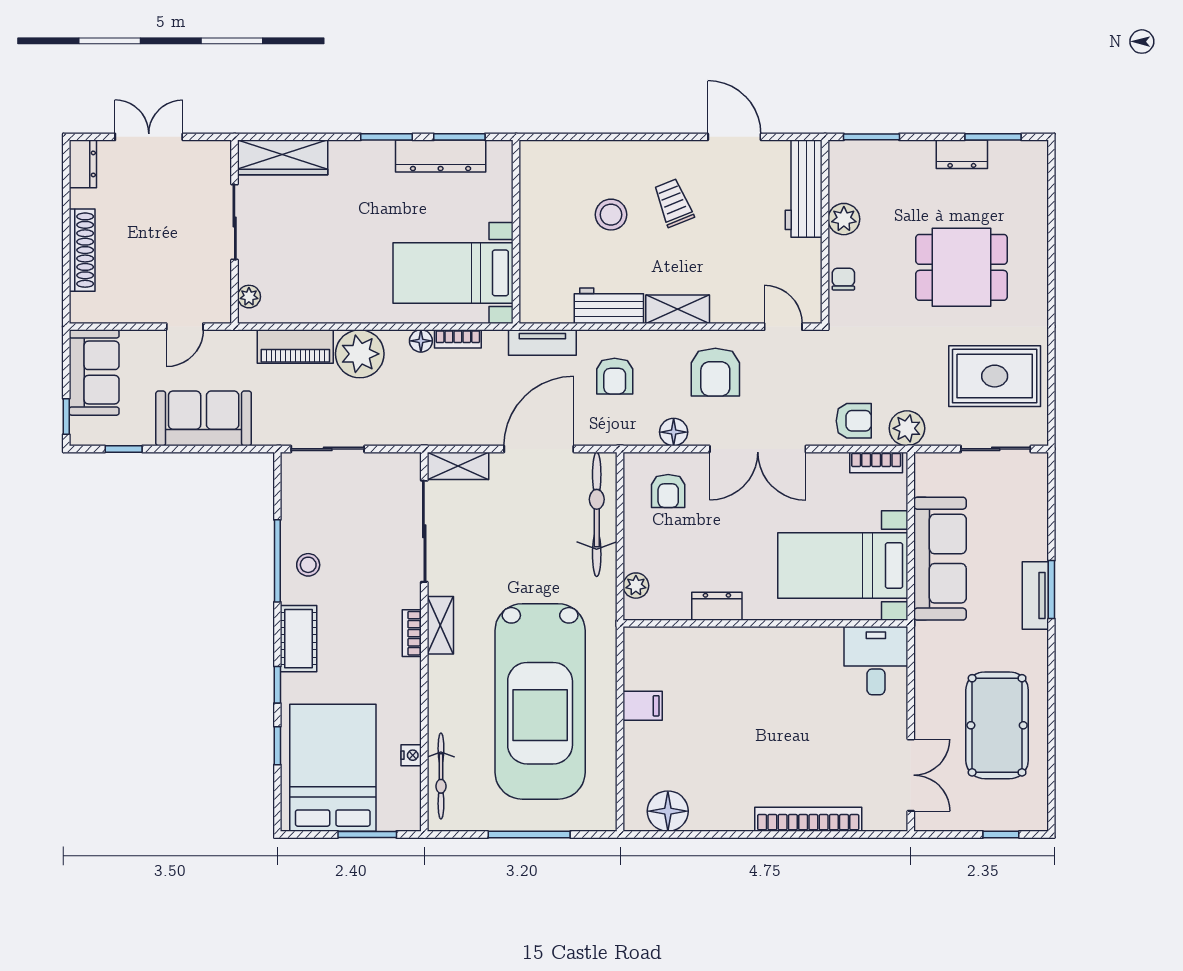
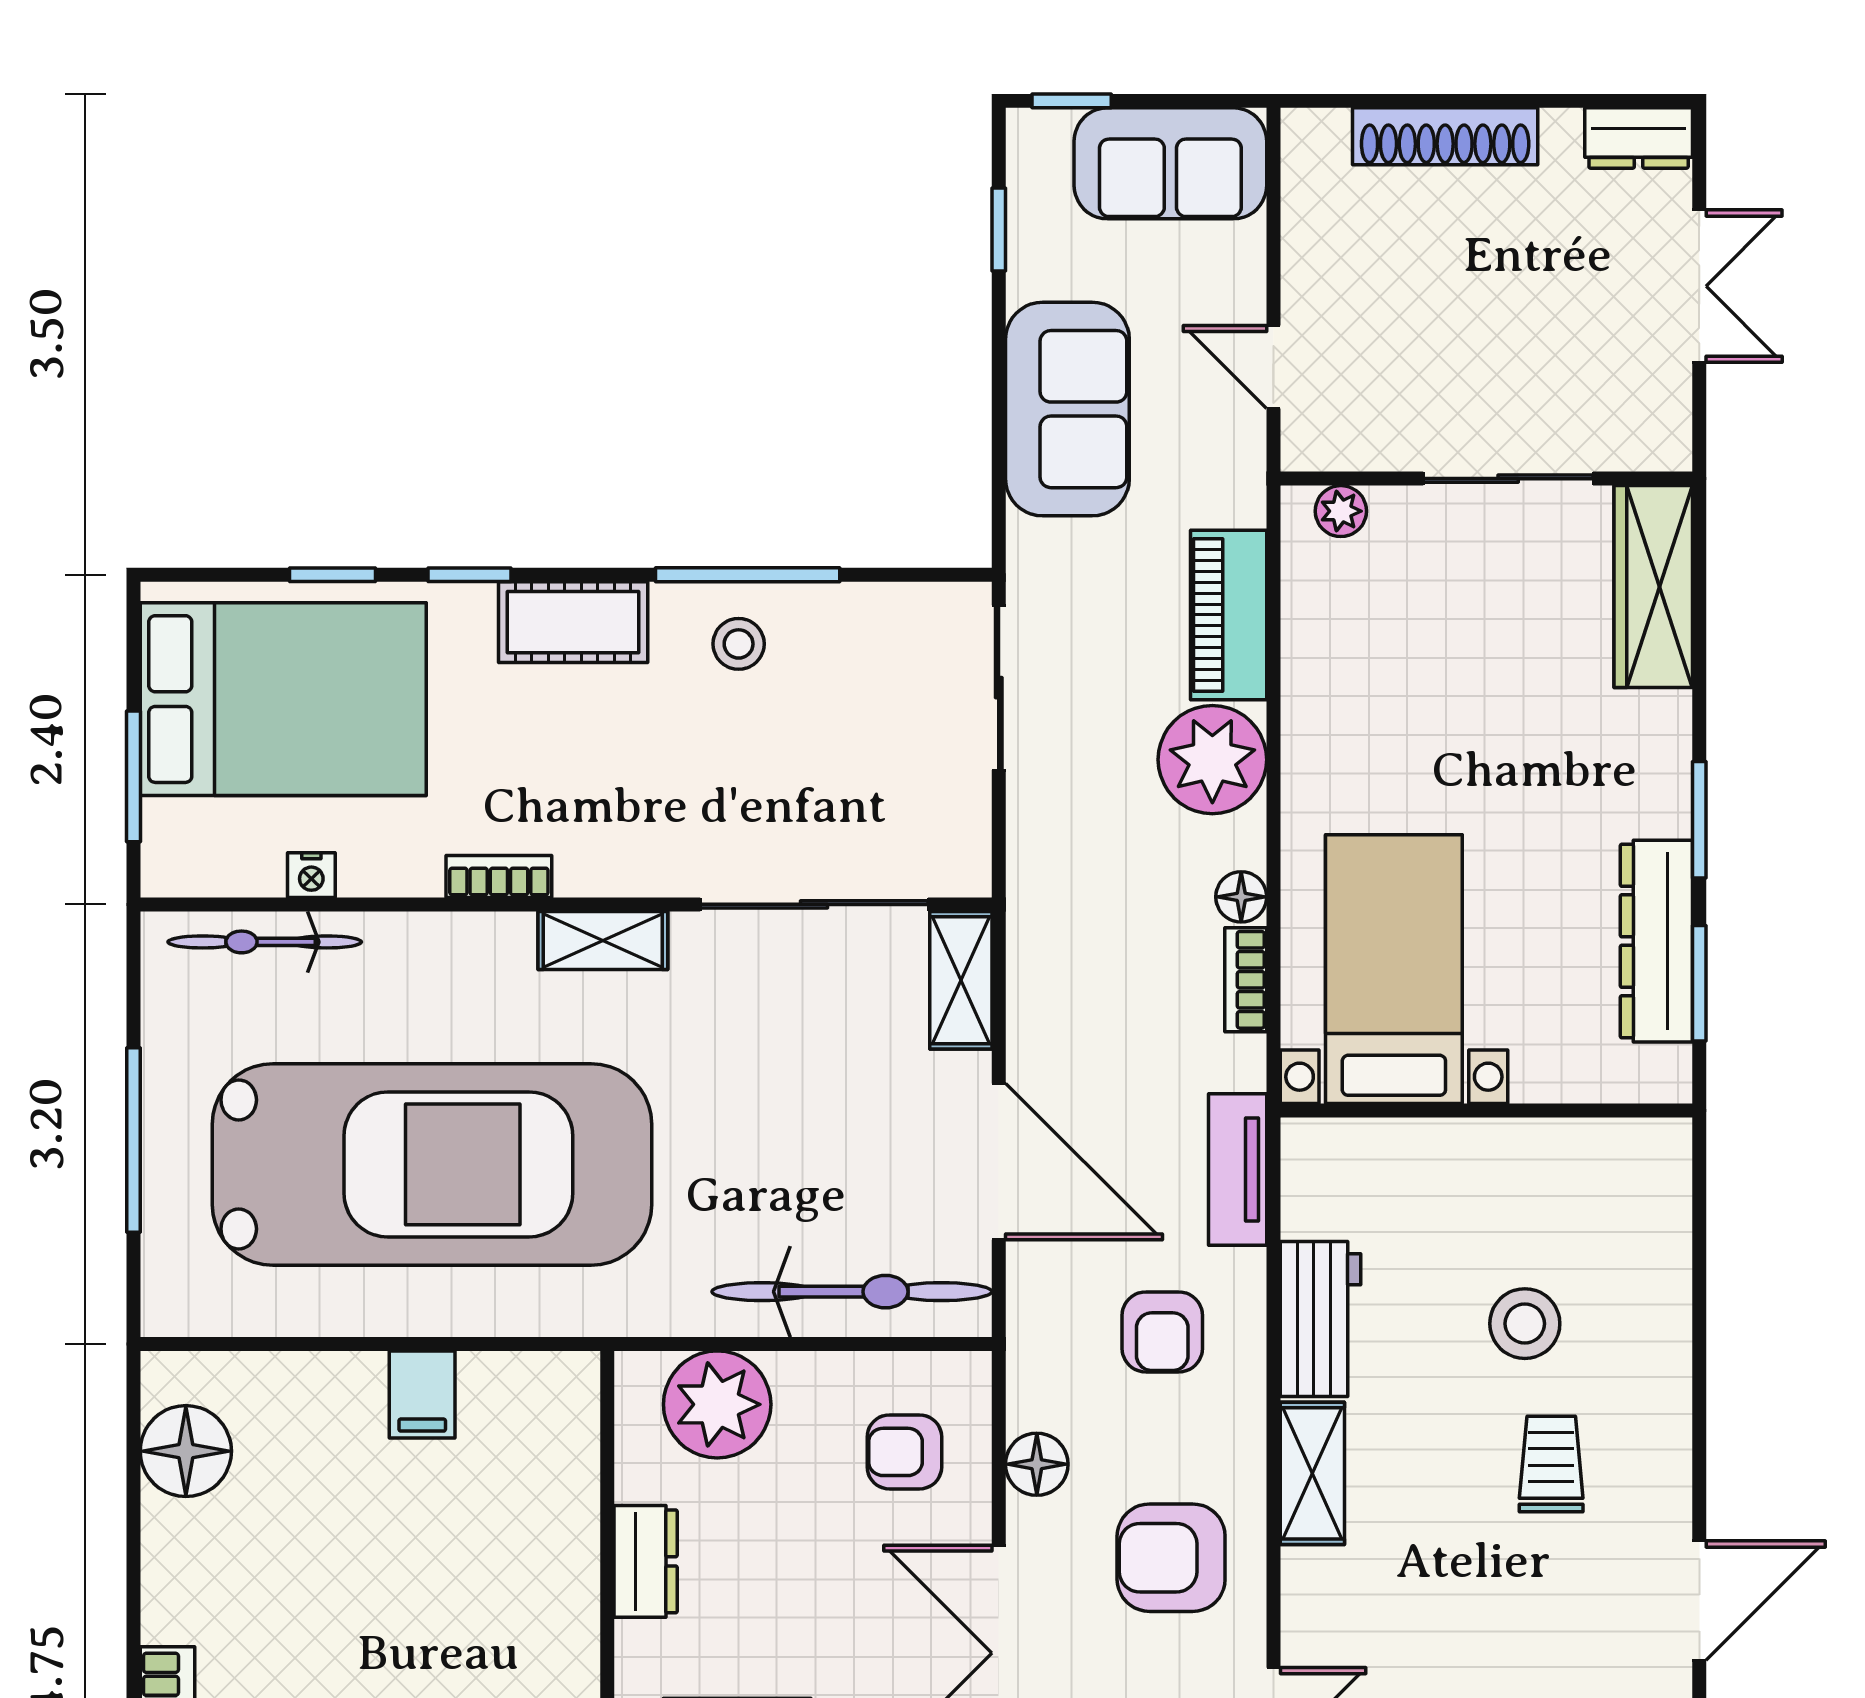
trolley: (674, 203) -> (1551, 1464), turned -68
armchair: (615, 376) -> (1162, 1332), turned -90
plant: (636, 586) -> (717, 1404), width x1.87, depth x1.87
bookcase: (412, 633) -> (499, 876), moved
car: (540, 701) -> (432, 1164), turned 180

